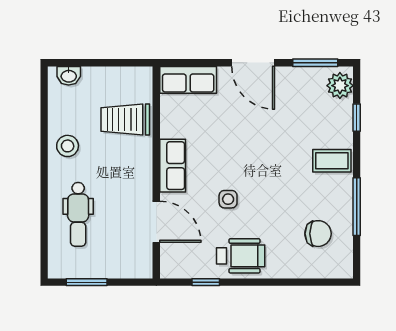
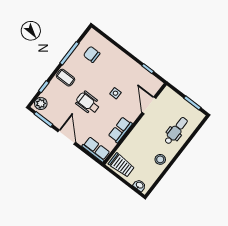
trolley: (125, 119) -> (121, 165), moved
row of seats: (173, 166) -> (120, 130), moved
wheelchair: (241, 256) -> (88, 103), moved

